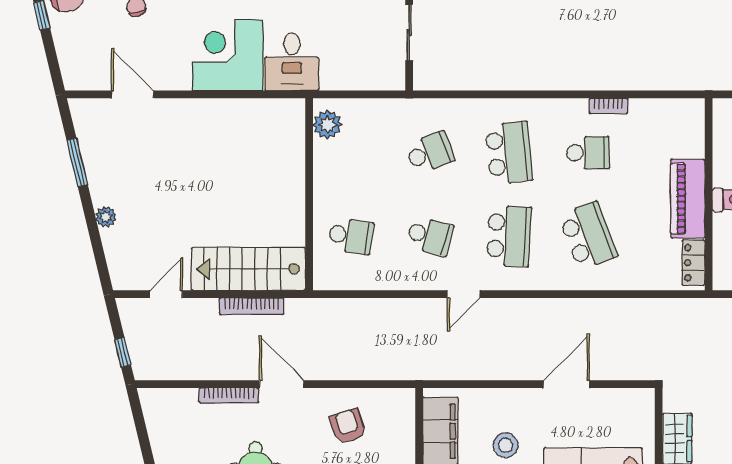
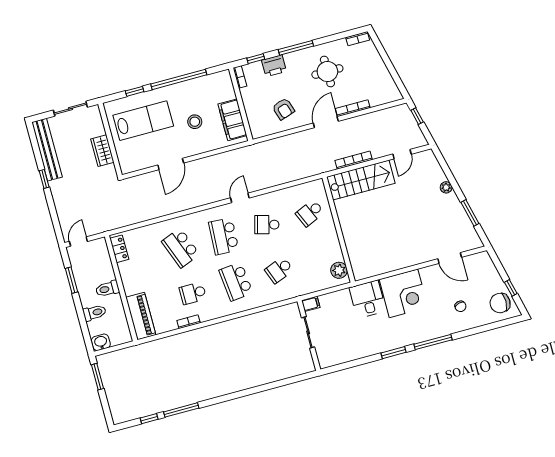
filing cabinet: (391, 80) -> (311, 304), added
piano: (688, 199) -> (141, 316), moved
school desk: (351, 236) -> (310, 213), turned -33
door: (282, 384) -> (326, 122), swing flipped

